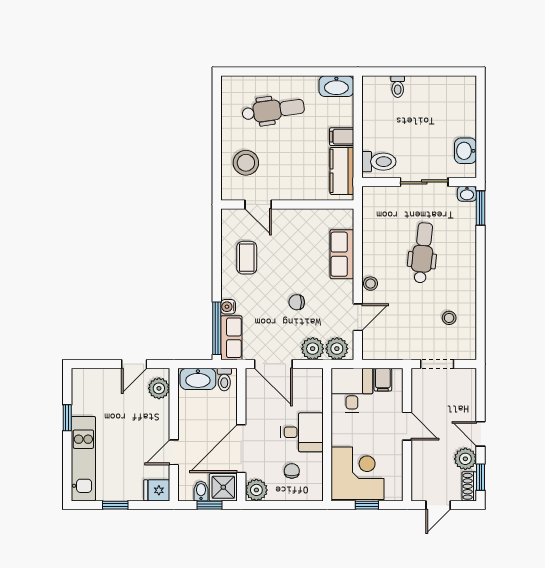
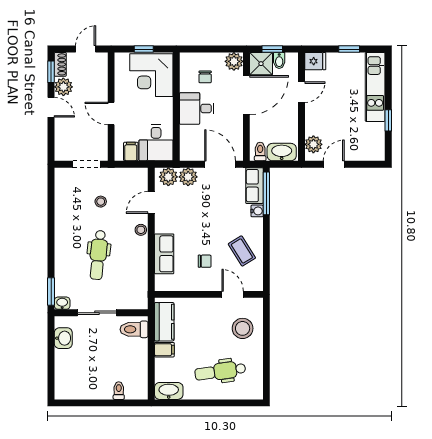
coffee table: (247, 258) -> (242, 251), turned -32
chair: (297, 302) -> (205, 261), moved
stool: (449, 318) -> (101, 202), moved

